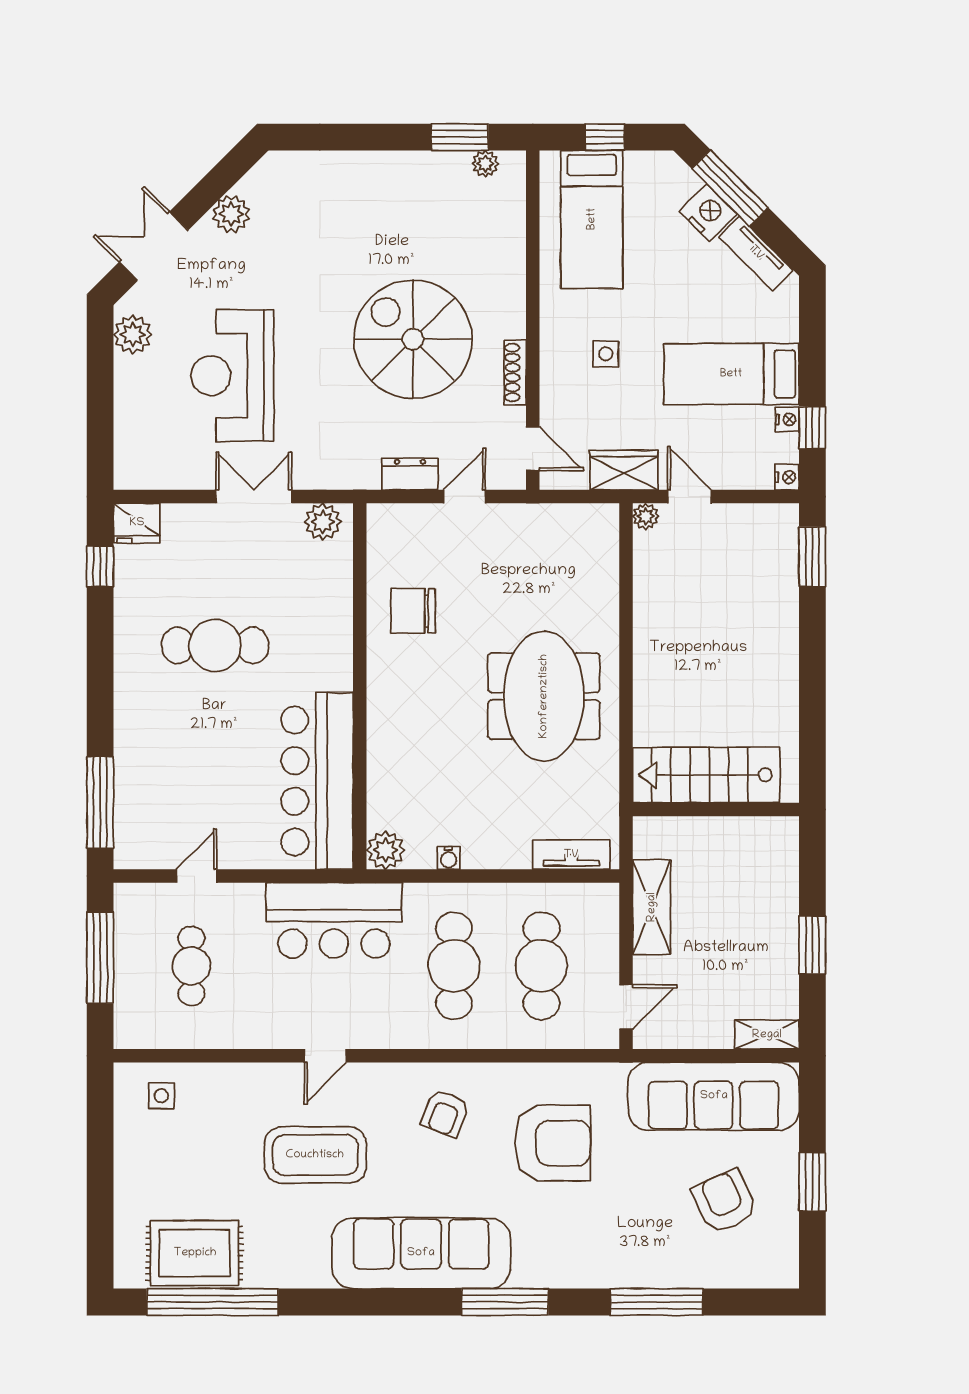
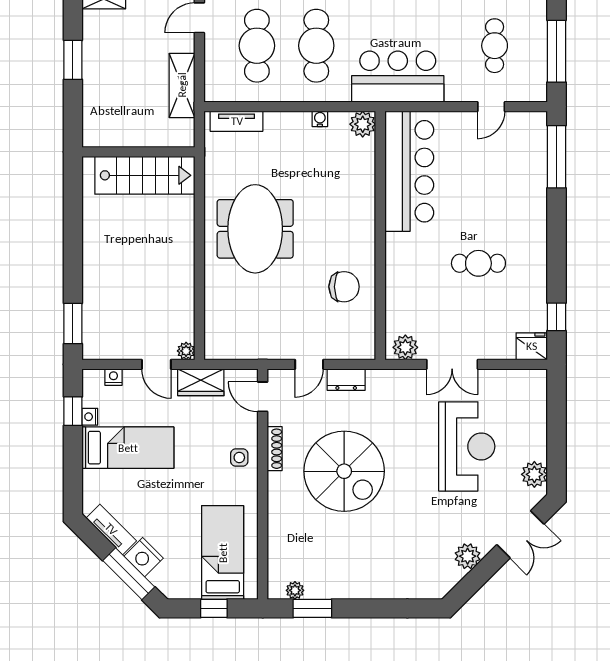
side table: (606, 354) -> (239, 458), moved
nightstand: (787, 477) -> (113, 377), moved, turned 90
cafe table: (215, 645) -> (478, 263), width x0.73, depth x0.74

